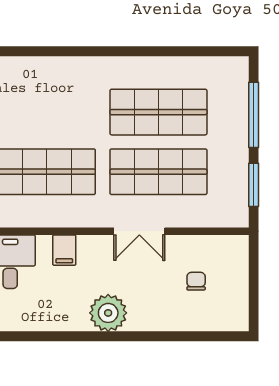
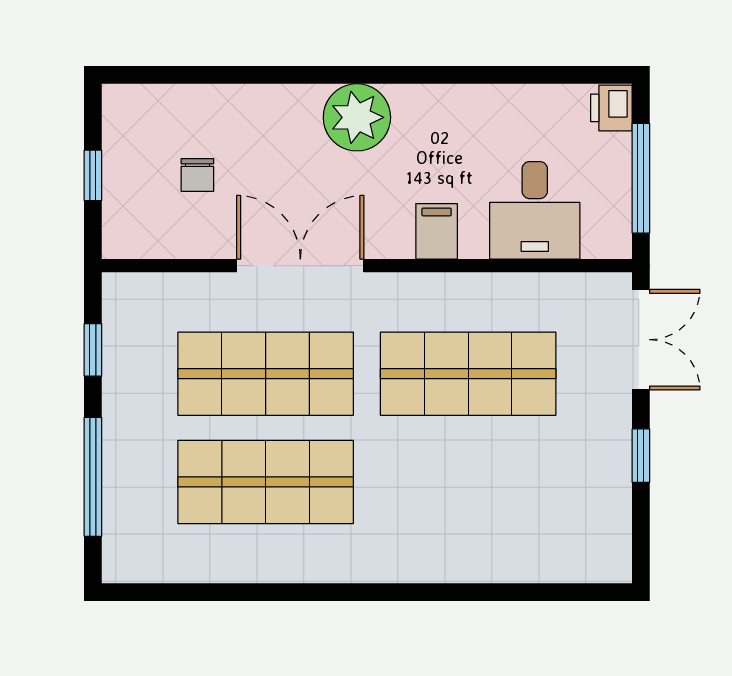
window: (254, 185) -> (93, 350), width x0.67
double door: (139, 231) -> (300, 266), width x1.37
window: (254, 281) -> (93, 175), added

